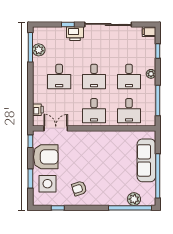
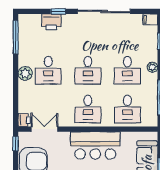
printer: (75, 34) -> (51, 22), moved
plant: (39, 50) -> (25, 73), moved
printer: (38, 110) -> (24, 120), moved
bar counter: (101, 143) -> (95, 145), added

